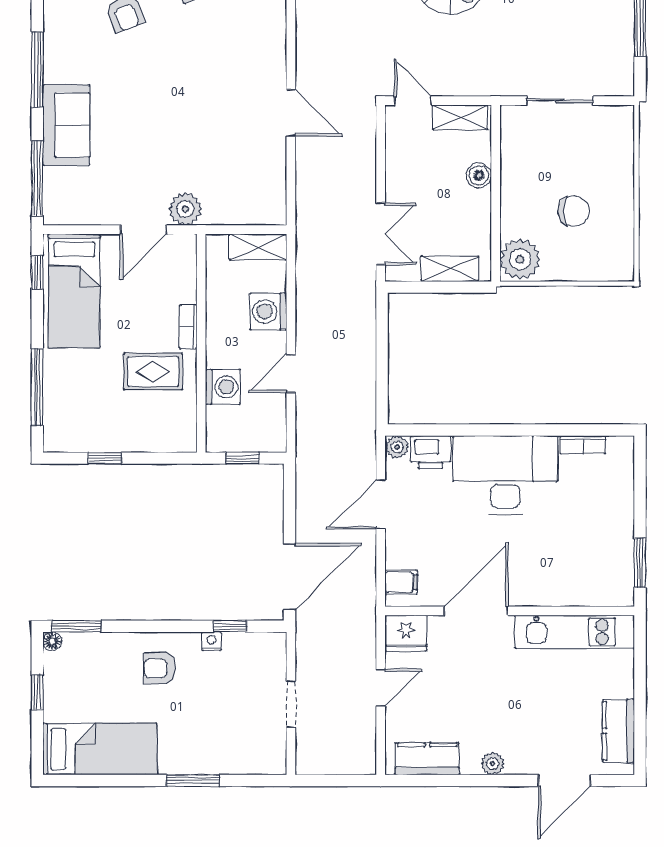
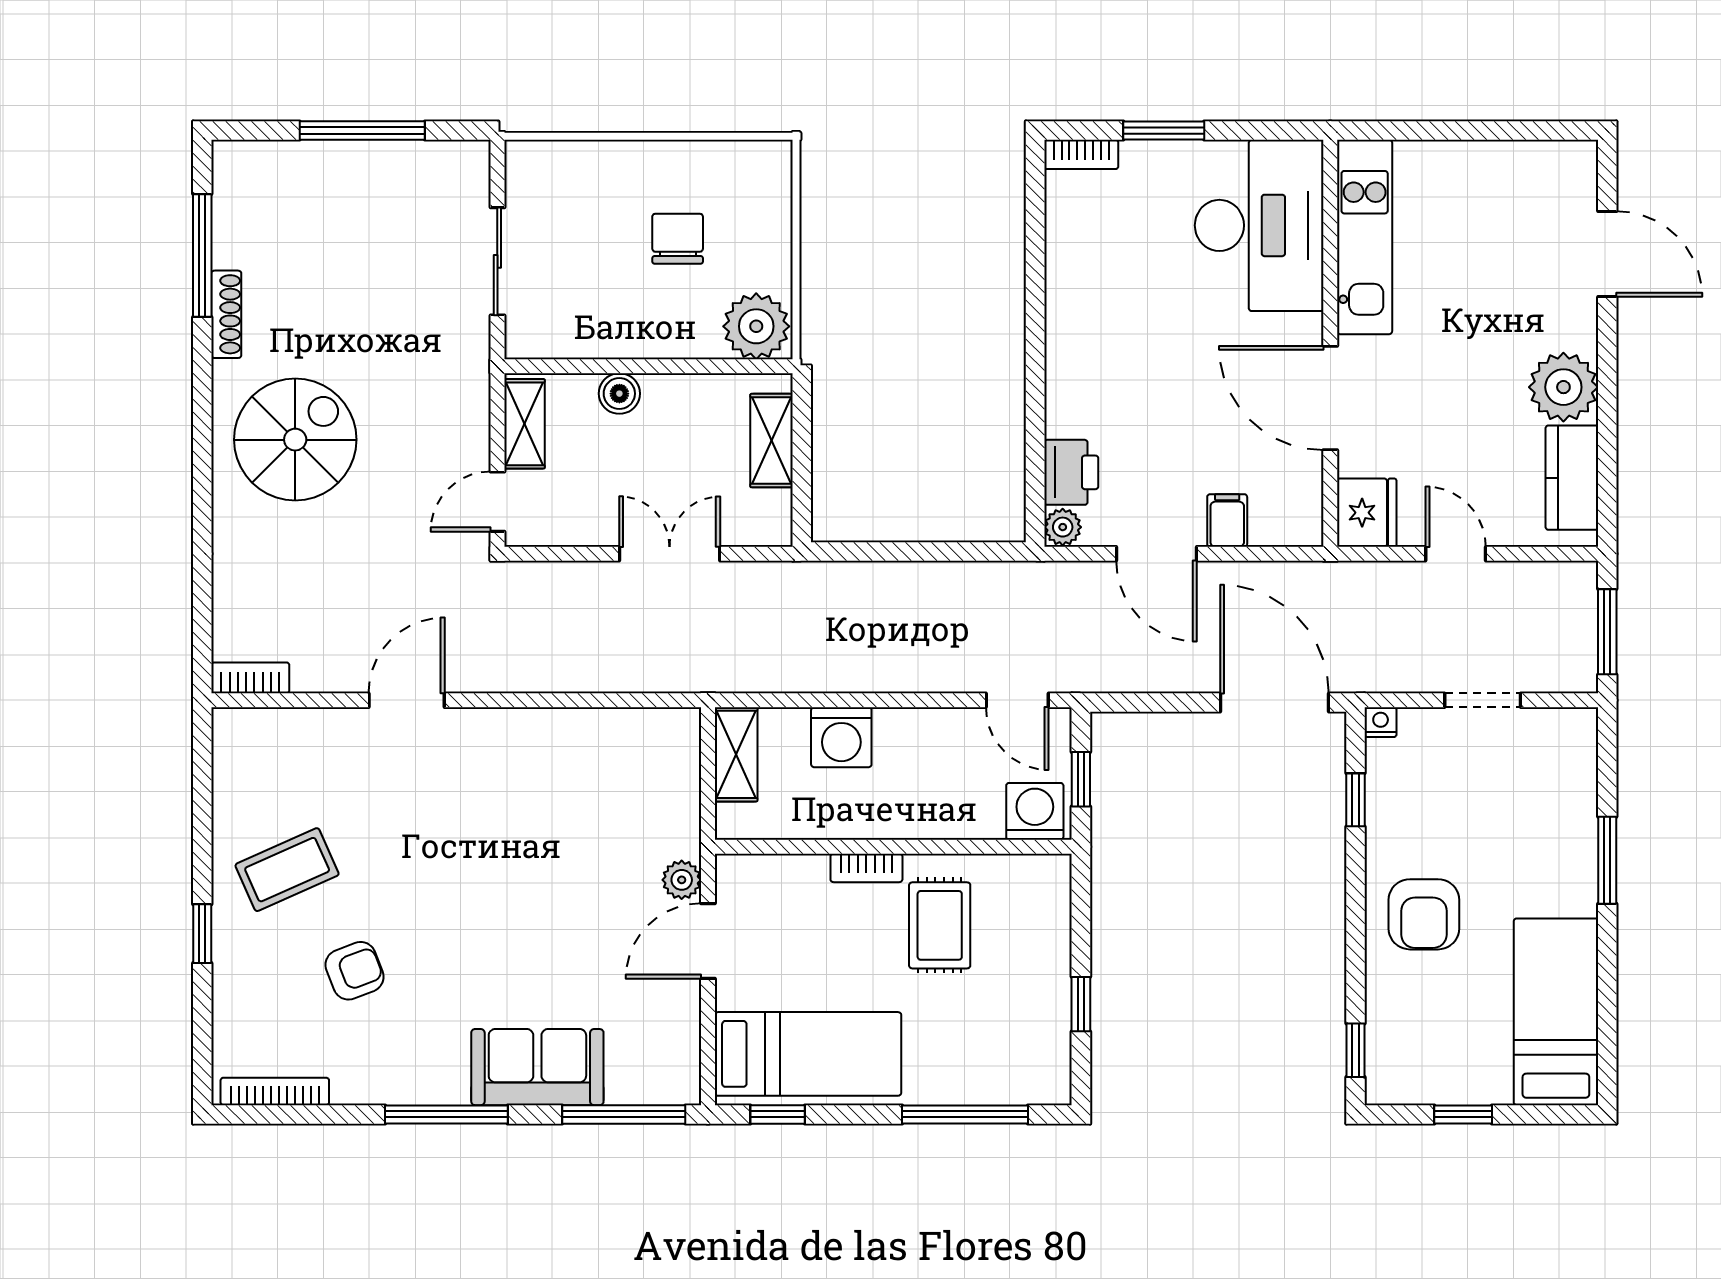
door: (291, 113) -> (407, 700), moved
plant: (185, 209) -> (682, 880), width x0.73, depth x0.73
door: (143, 230) -> (708, 941), swing flipped
double door: (381, 234) -> (670, 554), moved
door: (291, 374) -> (1017, 700), moved
washing machine: (223, 387) -> (1035, 811), moved
bookcase: (583, 445) -> (1081, 154), moved, turned 90
desk: (505, 475) -> (1259, 225), moved, turned 180
window: (640, 563) -> (1164, 131), moved
filing cabinet: (401, 582) -> (1227, 521), moved
window: (77, 626) -> (1355, 1050), width x0.67
floor lamp: (52, 641) -> (1380, 1090), removed
nightstand: (212, 641) -> (1381, 722), moved, turned 90
armchair: (160, 668) -> (1424, 914), width x1.38, depth x1.38
kitchen counter: (618, 731) -> (1526, 166), removed
plant: (493, 764) -> (1563, 387), width x1.87, depth x1.87
window: (333, 781) -> (1607, 632), added

